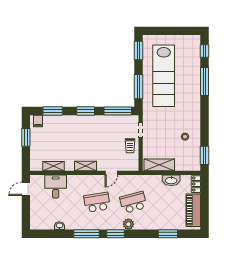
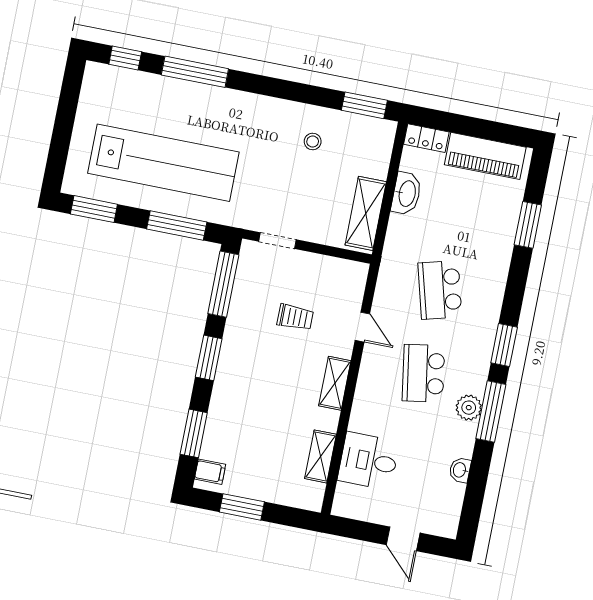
trolley: (130, 146) -> (295, 317), moved
door: (26, 189) -> (403, 539), moved
plant: (128, 224) -> (469, 408), moved

